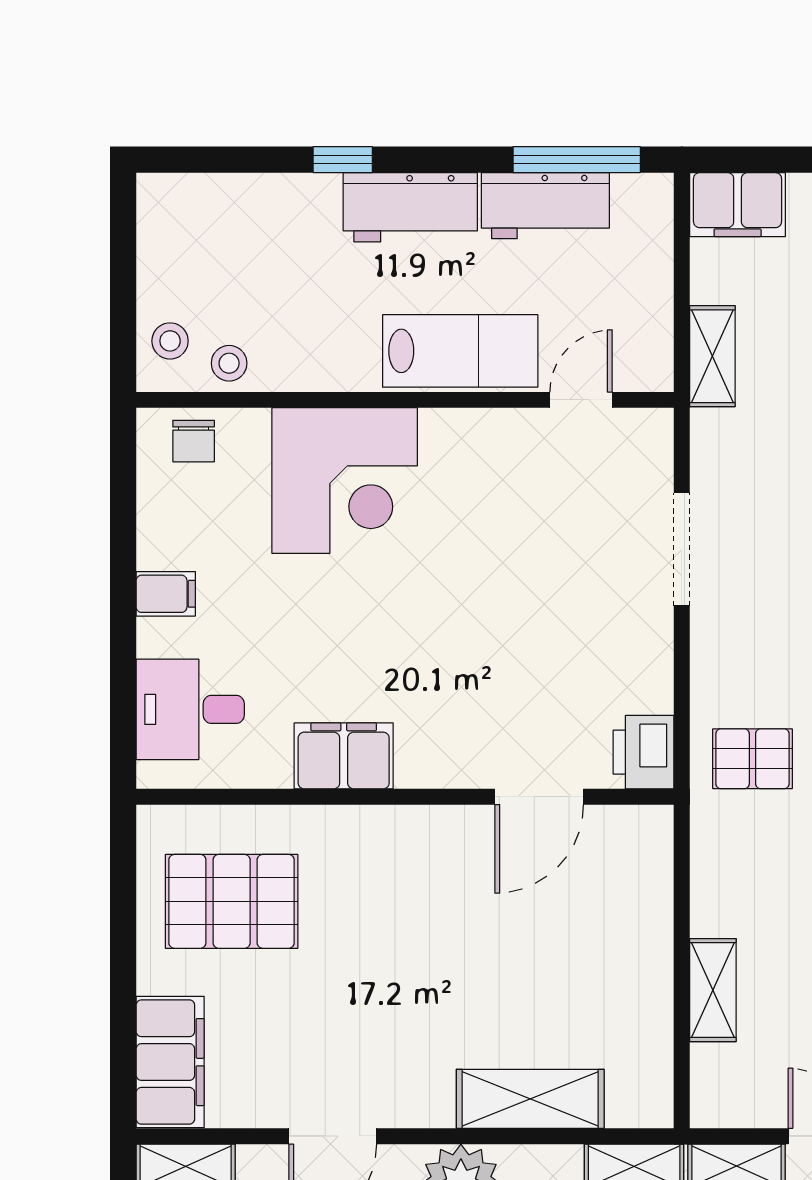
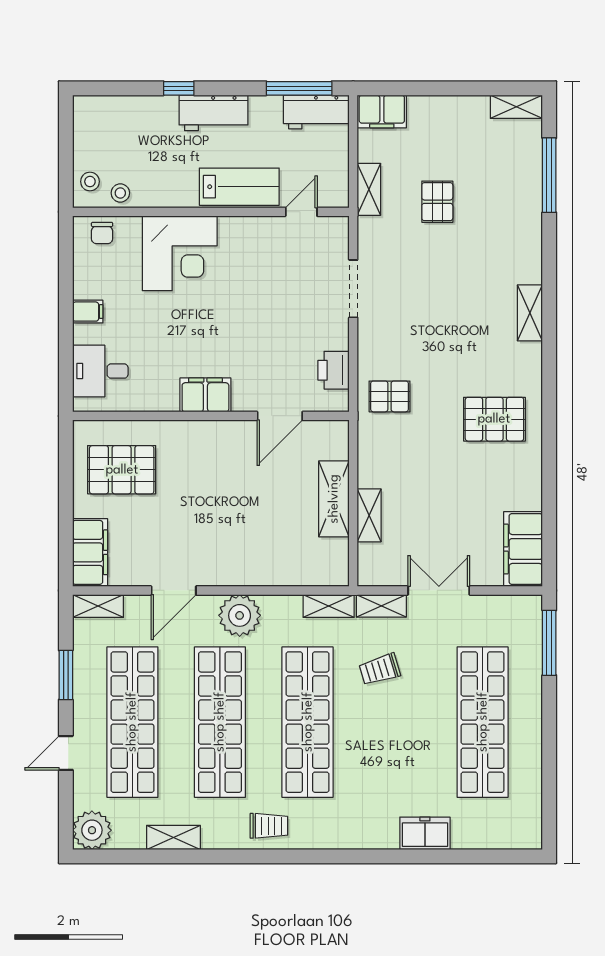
workbench: (545, 206) -> (316, 112), moved
printer: (644, 752) -> (333, 370), moved
filing cabinet: (344, 756) -> (205, 395), moved
shelving: (530, 1099) -> (334, 499), moved, turned 90

